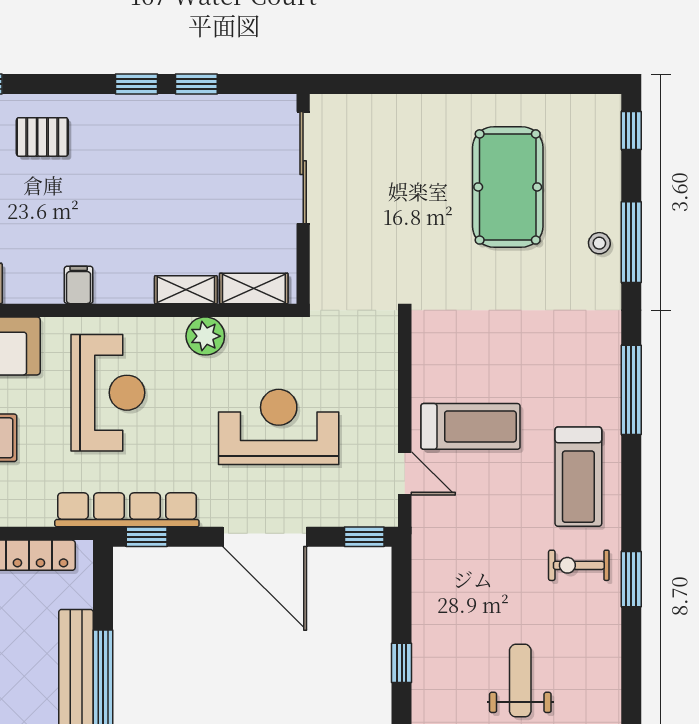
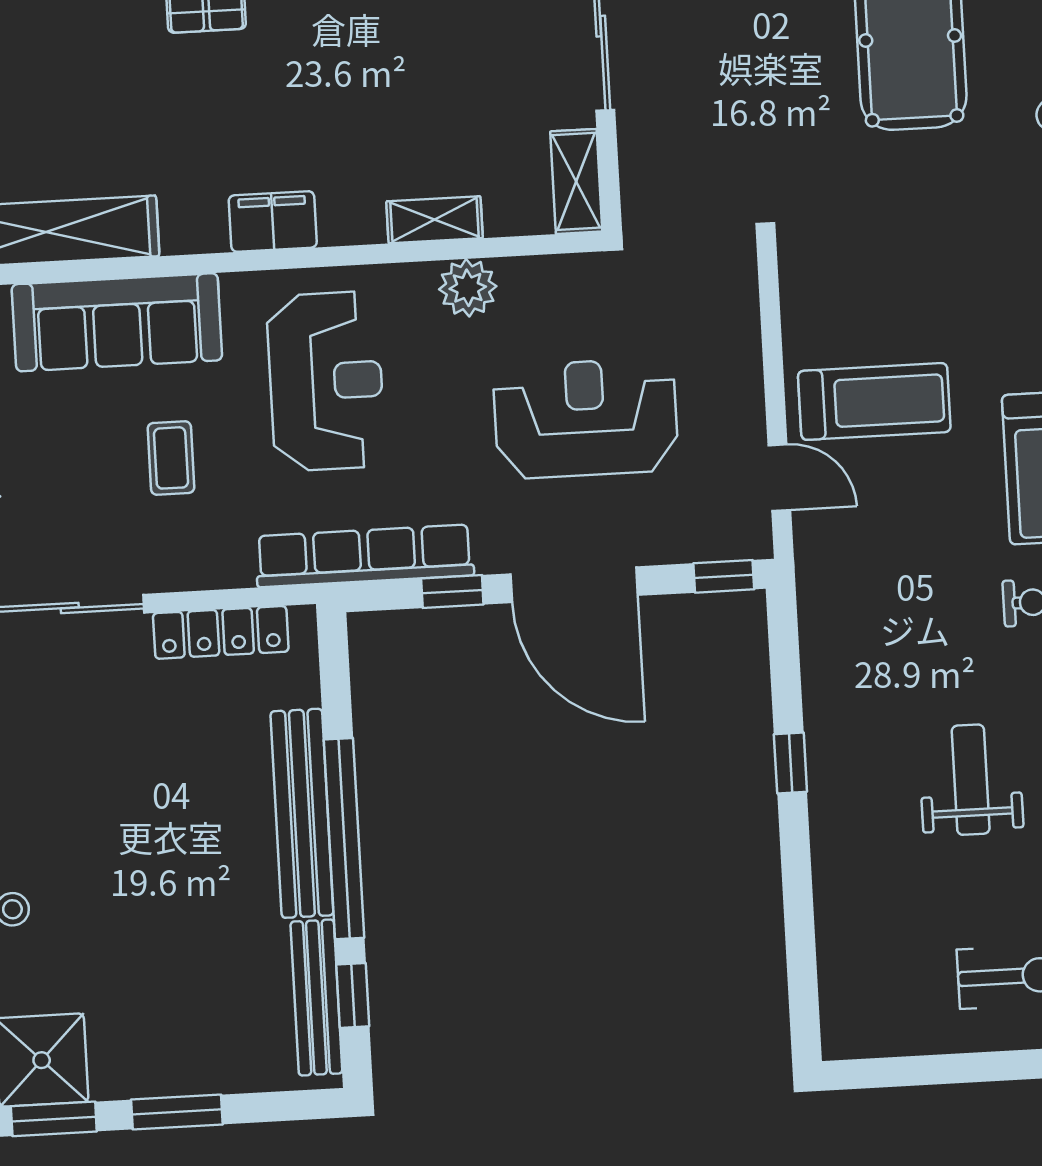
filing cabinet: (79, 285) -> (273, 221), width x2.00
shelving: (254, 288) -> (576, 181), moved, turned 90
window: (147, 537) -> (452, 591), moved

